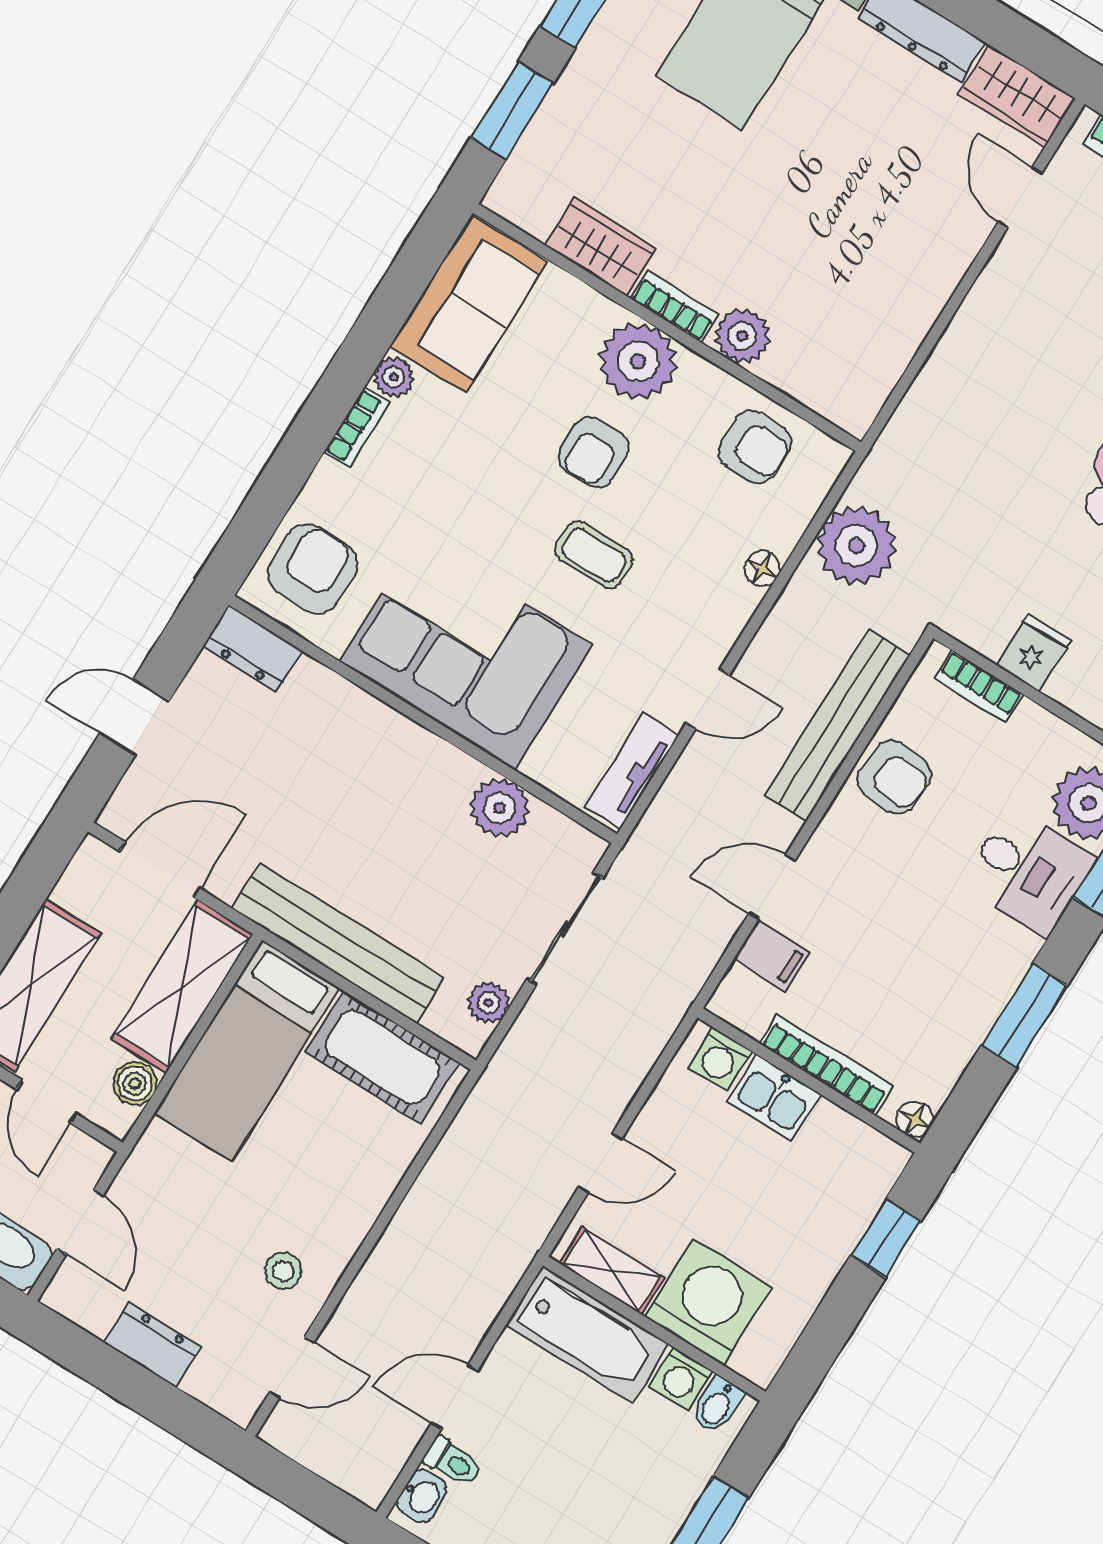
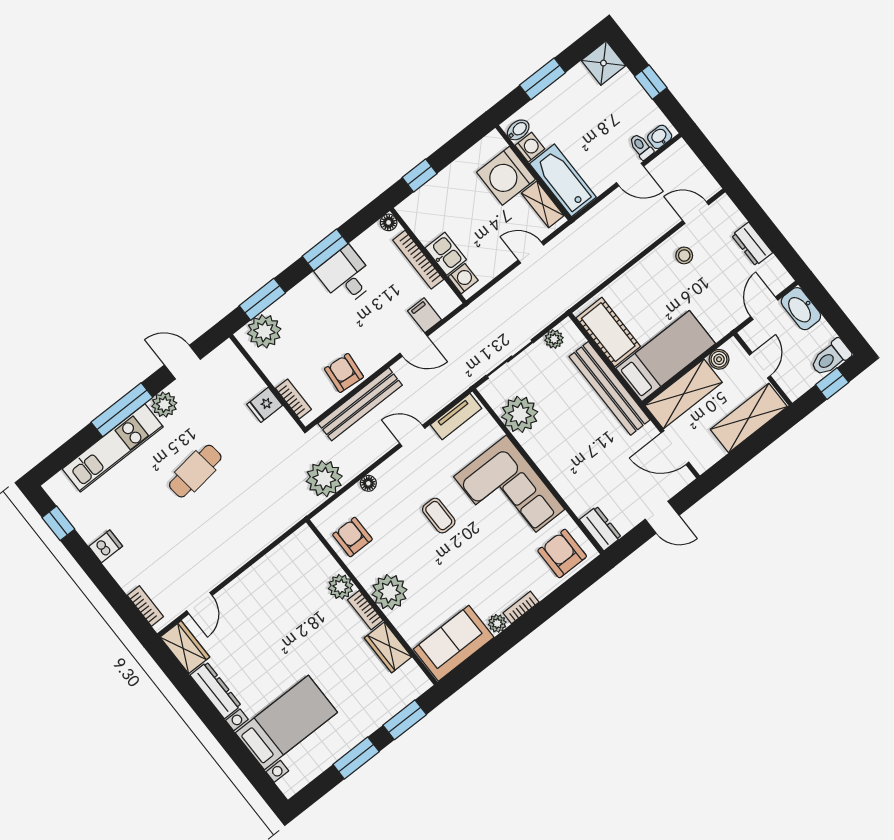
armchair: (593, 452) -> (423, 560), removed
armchair: (313, 569) -> (562, 553), turned 90
plant: (500, 808) -> (520, 414), width x1.36, depth x1.36
desk: (1028, 871) -> (346, 276), moved

